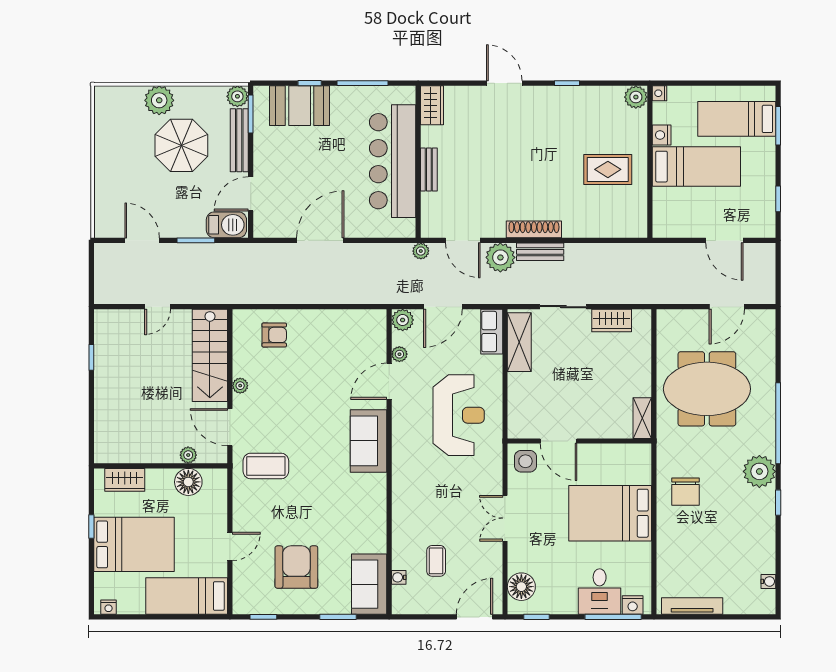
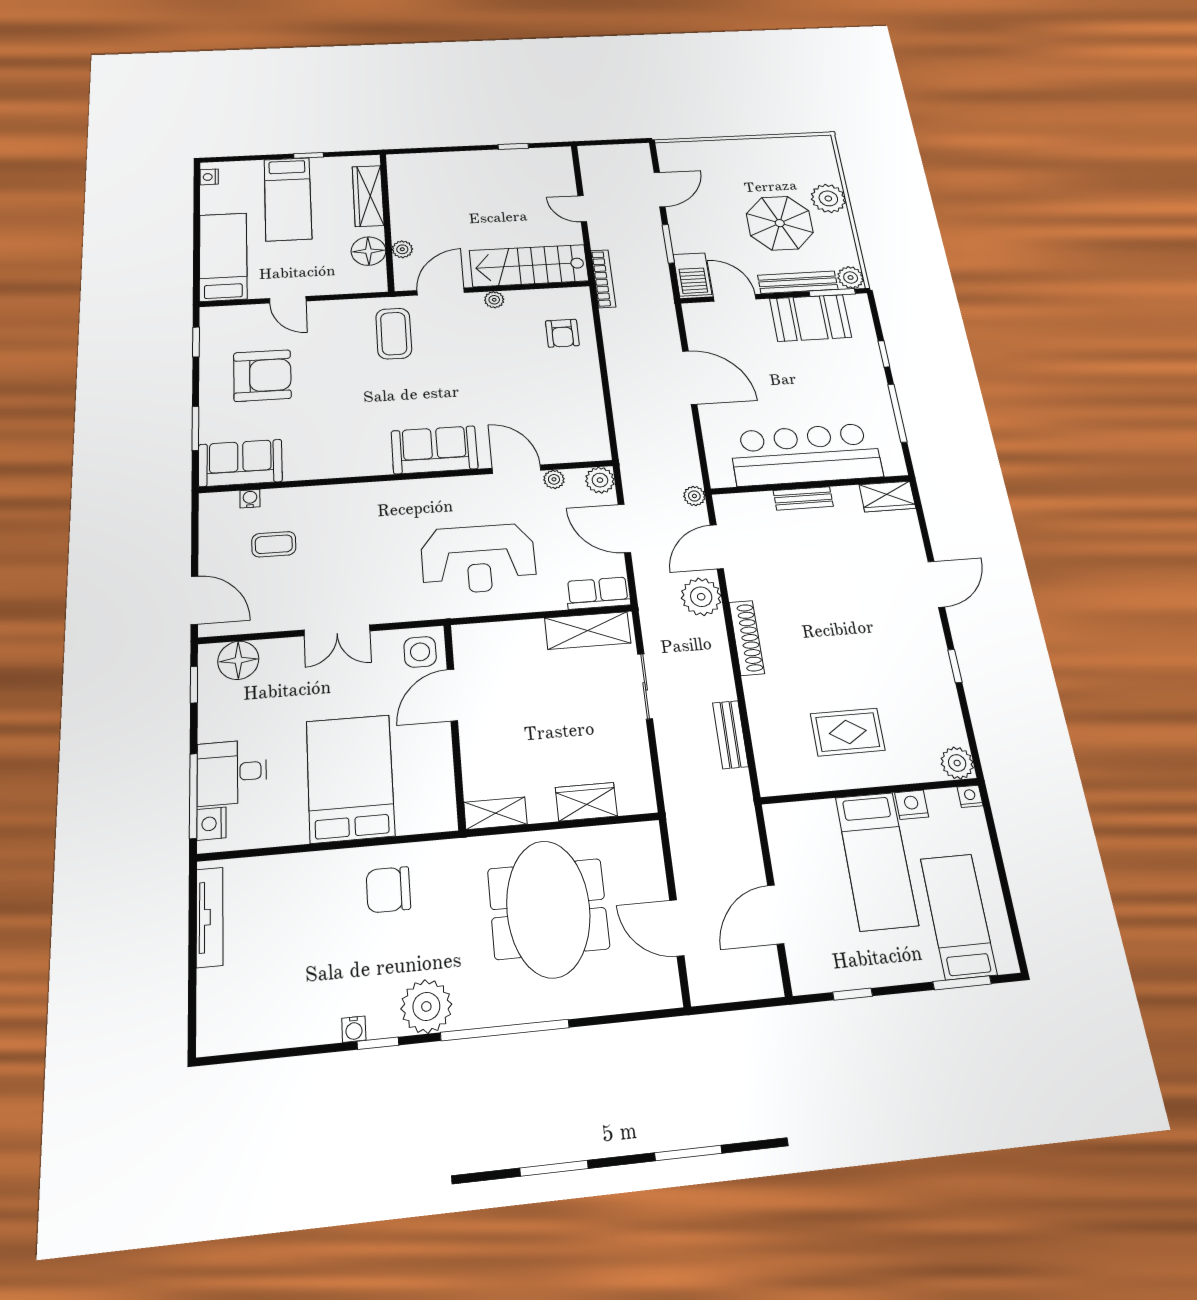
booth: (300, 106) -> (810, 318), moved, turned 90
rug: (608, 169) -> (848, 732), turned 90
bench: (540, 252) -> (730, 735), moved
bookcase: (226, 297) -> (603, 279), added
wardrobe: (612, 320) -> (586, 802), moved, turned 90
wardrobe: (125, 480) -> (368, 196), width x1.50
double door: (505, 518) -> (337, 630), swing flipped
bed: (134, 544) -> (288, 199), width x0.67
water cooler: (768, 581) -> (354, 1029), moved

